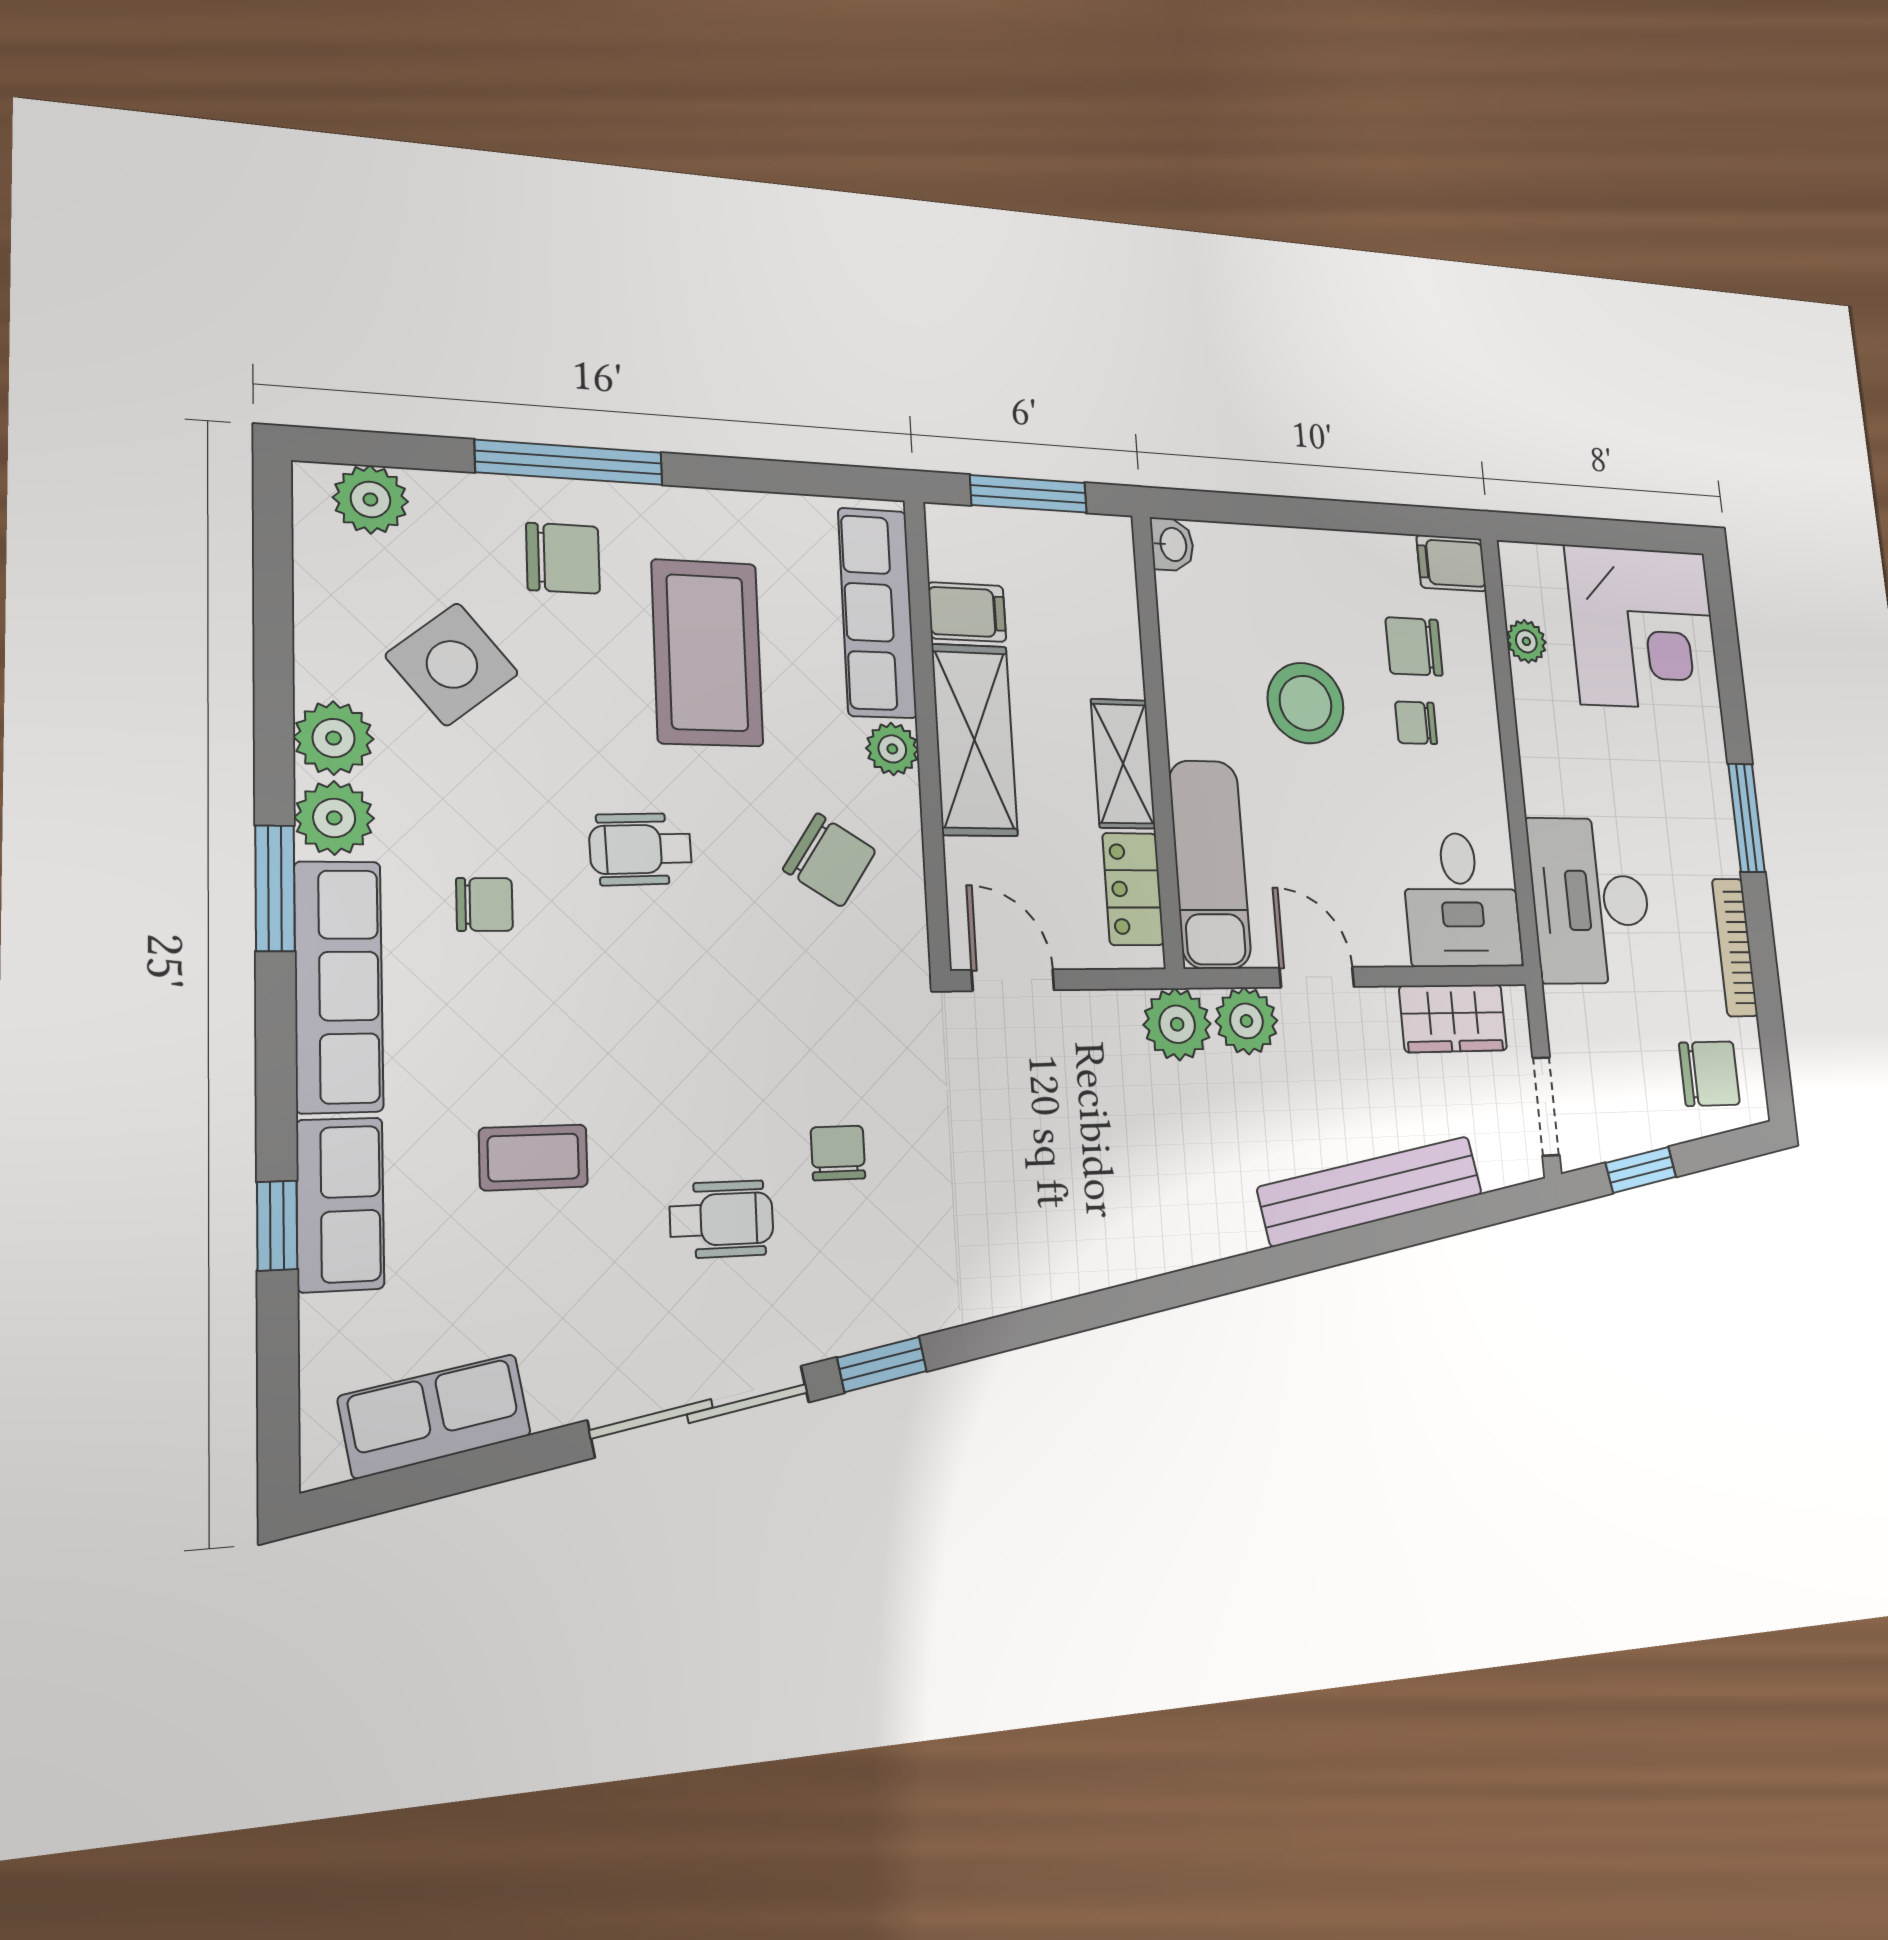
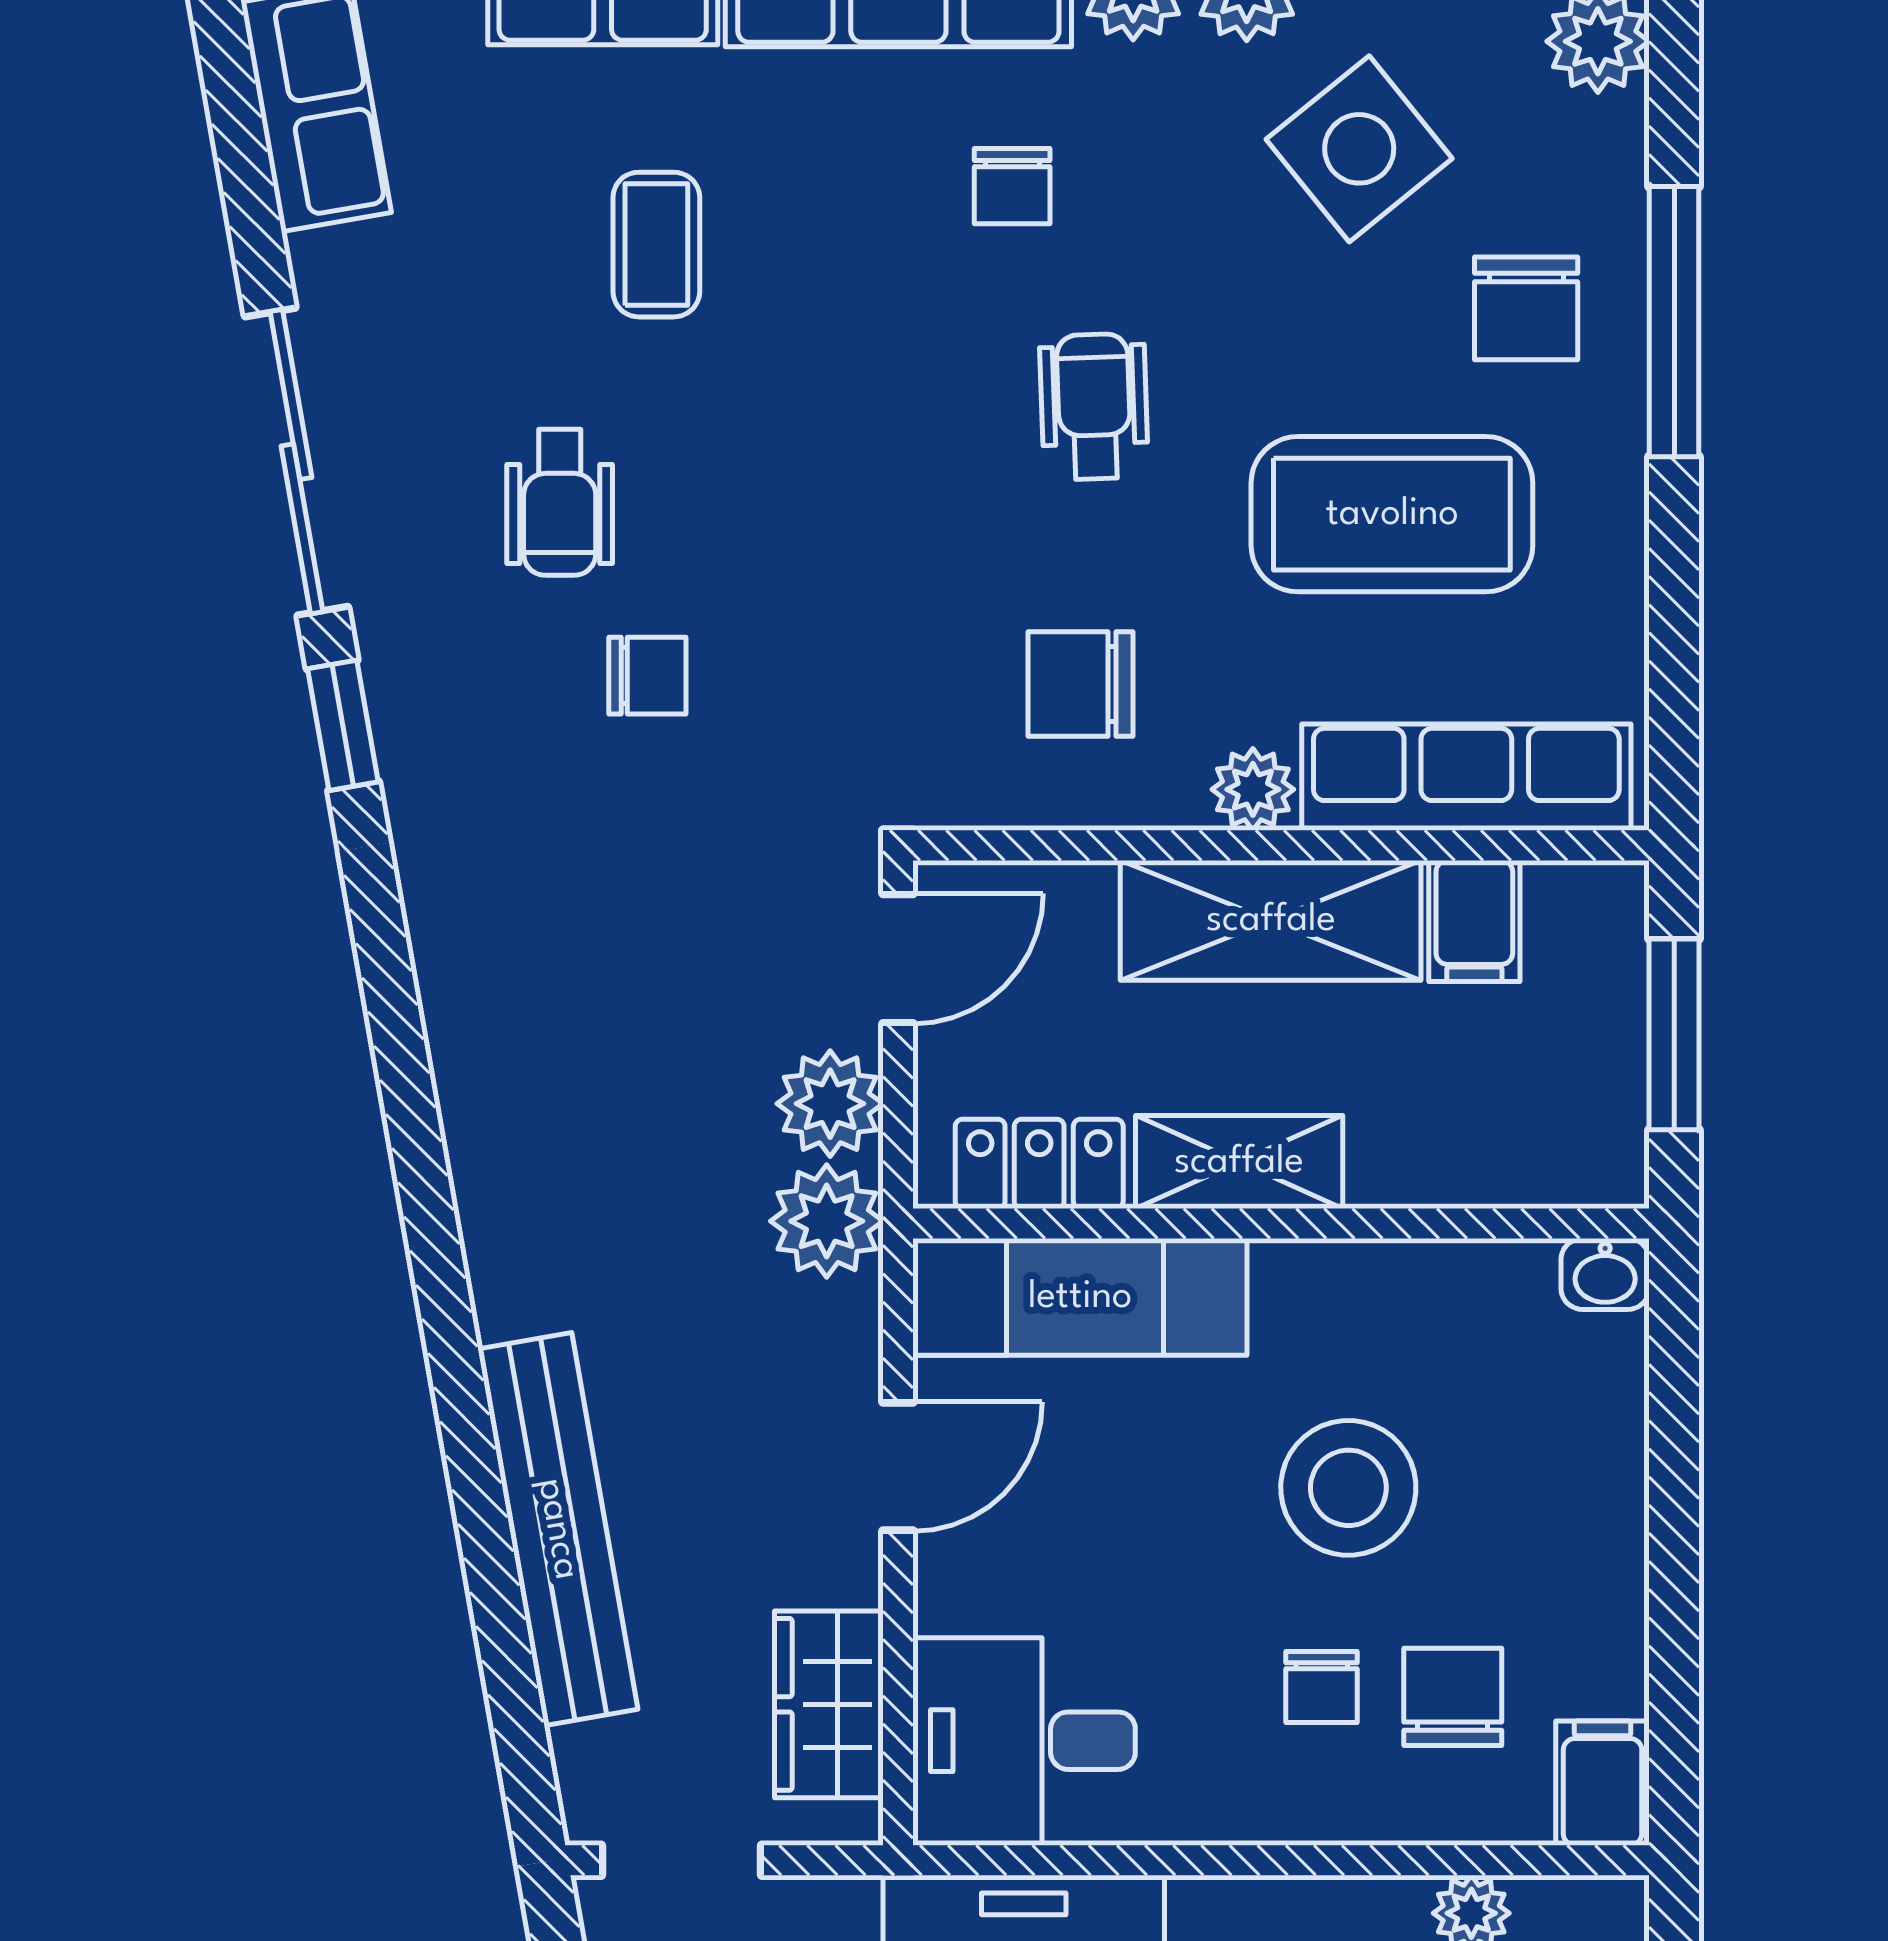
chair: (1416, 723) -> (1322, 1687), turned 180
chair: (830, 860) -> (1081, 684), turned 57
plant: (1246, 1021) -> (830, 1104), moved

